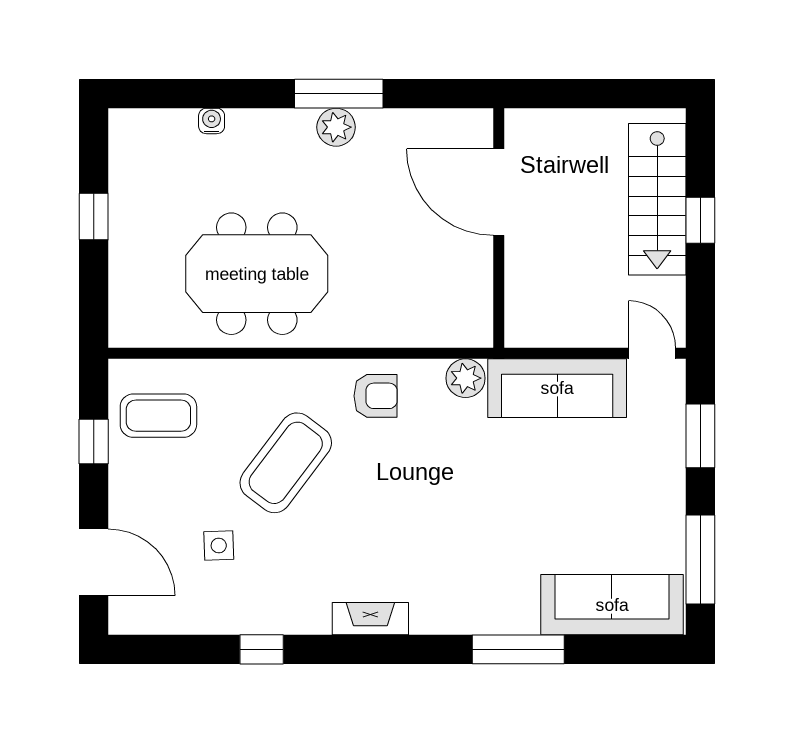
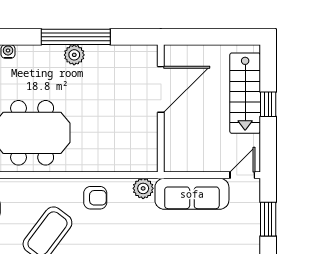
window: (339, 94) -> (76, 37), width x1.46
door: (499, 192) -> (161, 89), swing flipped
door: (652, 353) -> (242, 175), hinge flipped

